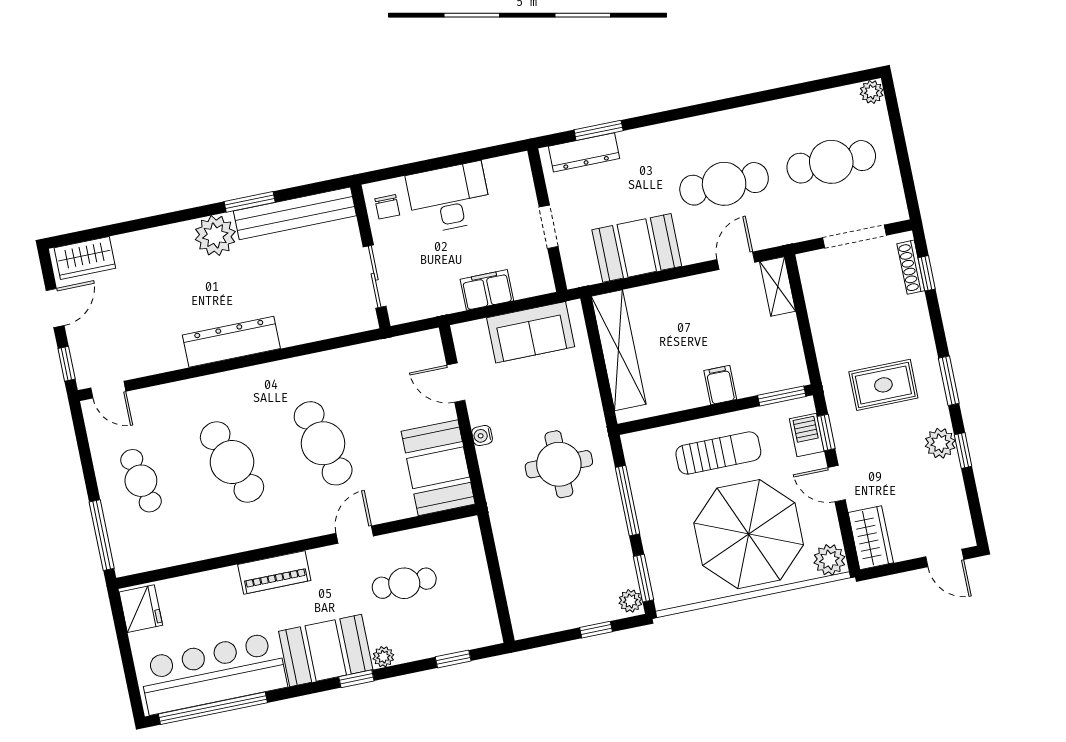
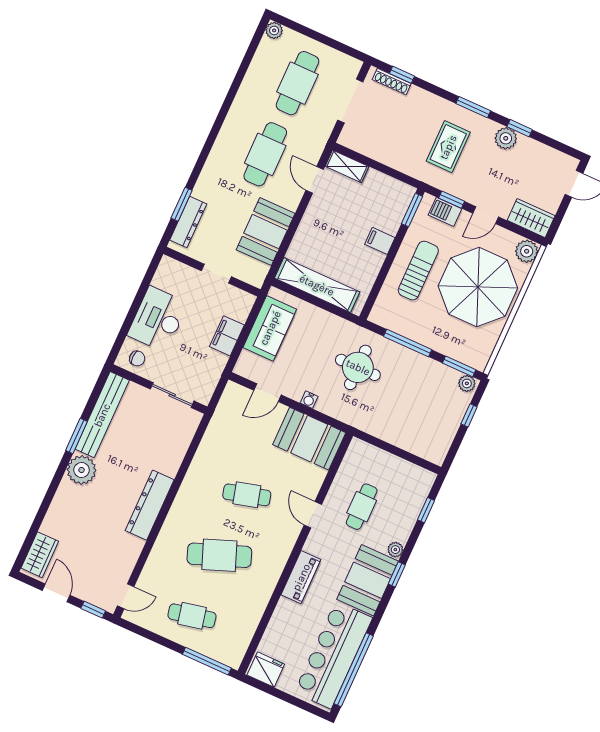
cafe table: (323, 443) -> (247, 495), width x0.73, depth x0.74

